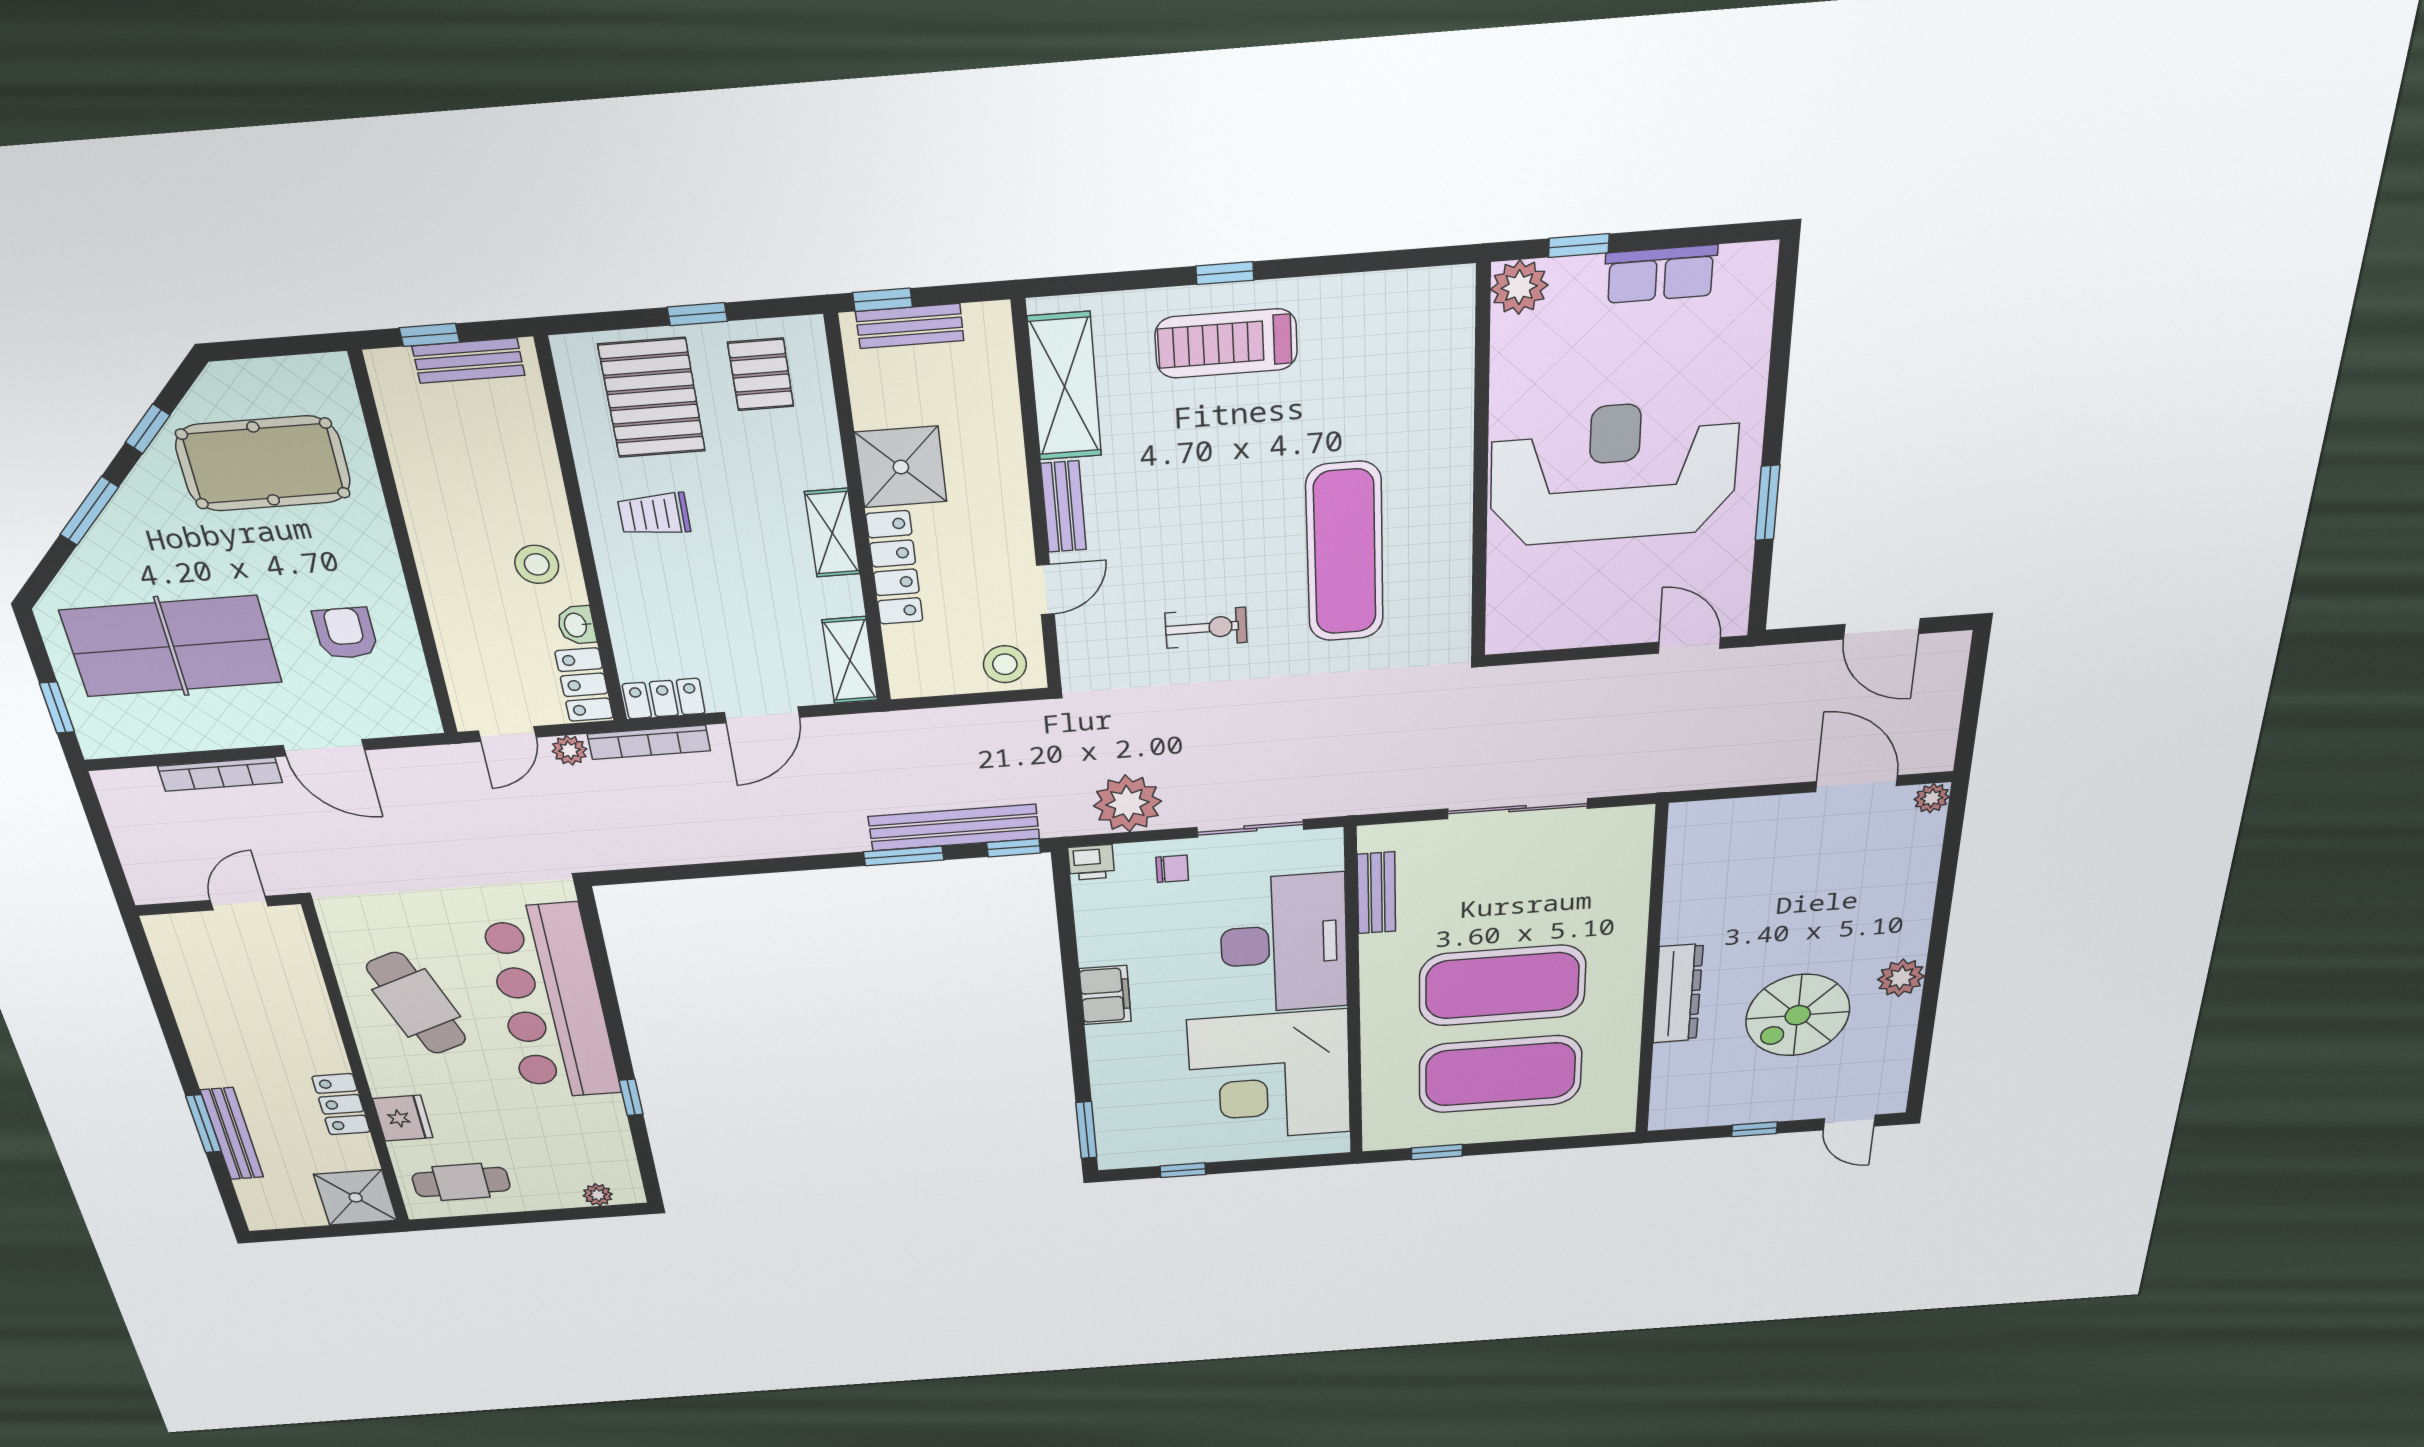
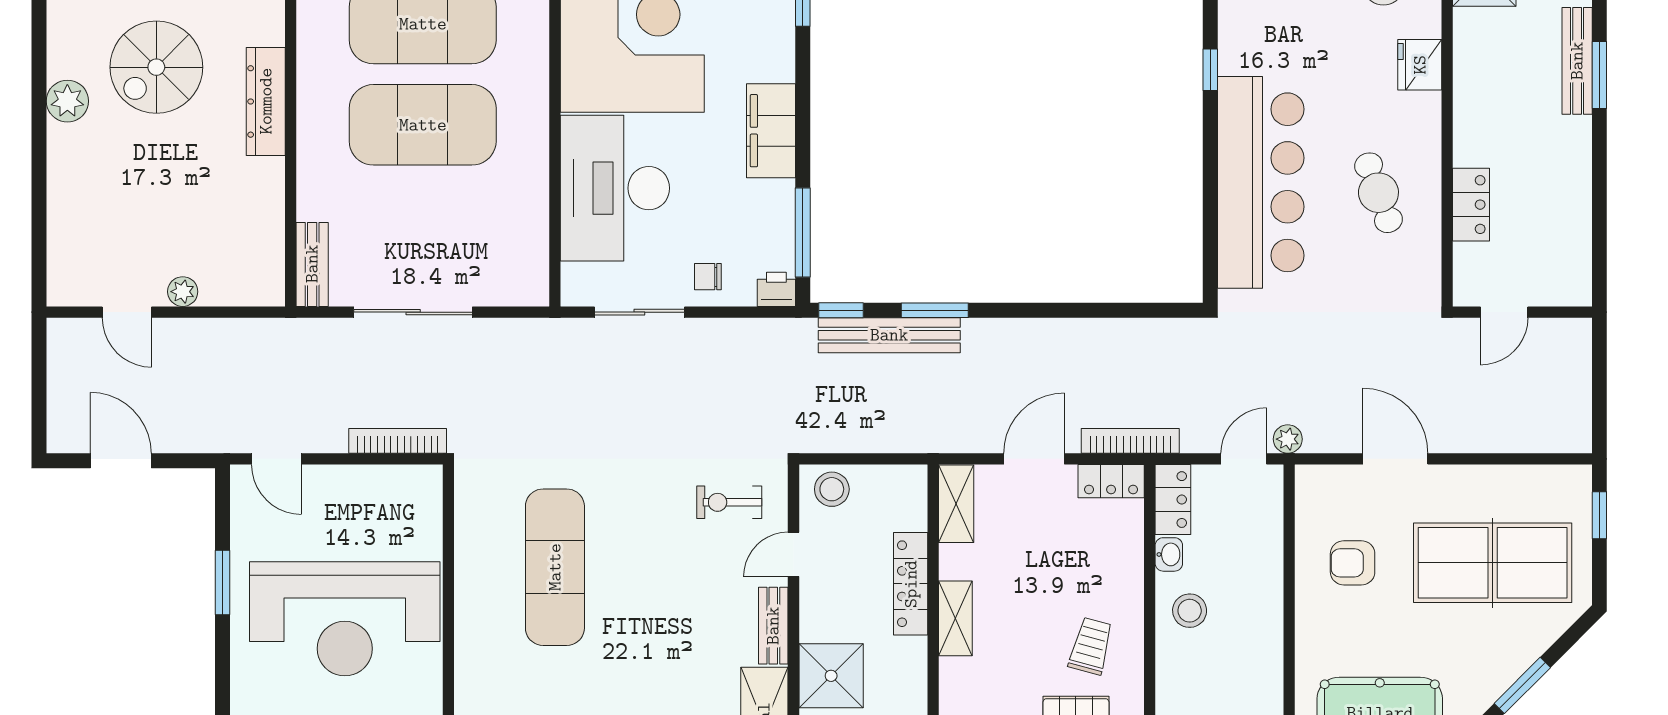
shower: (901, 467) -> (831, 676), moved
trolley: (654, 514) -> (1091, 646), turned -75
exercise bike: (1206, 628) -> (729, 502), moved
armchair: (345, 633) -> (1353, 563), turned 90
plant: (569, 750) -> (1288, 439), moved
bookcase: (220, 774) -> (398, 441), moved
door: (1857, 784) -> (127, 312), width x0.73
plant: (1932, 798) -> (183, 292), moved
plant: (1127, 804) -> (742, 346), removed
bench: (1376, 893) -> (312, 264), moved
window: (1066, 919) -> (803, 232), added
filing cabinet: (1105, 995) -> (771, 131), width x1.50, depth x1.17
cafe table: (416, 1003) -> (1378, 193), width x0.73, depth x0.74
spiral stairs: (1798, 1015) -> (156, 67), turned 180
locker: (341, 1104) -> (1471, 205), moved

